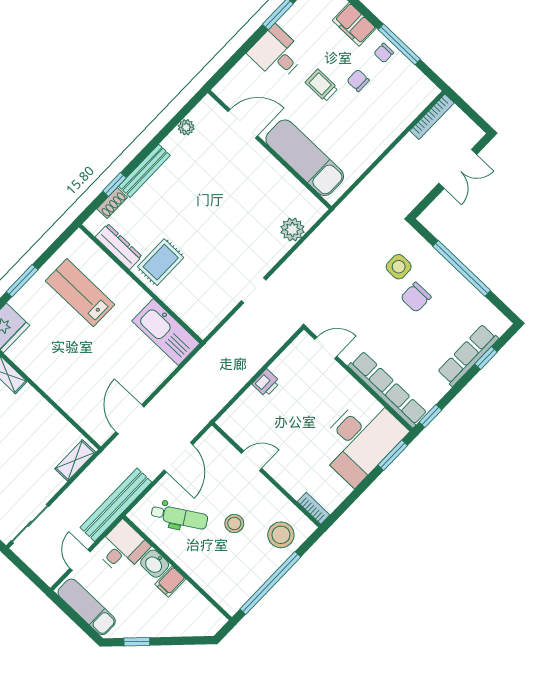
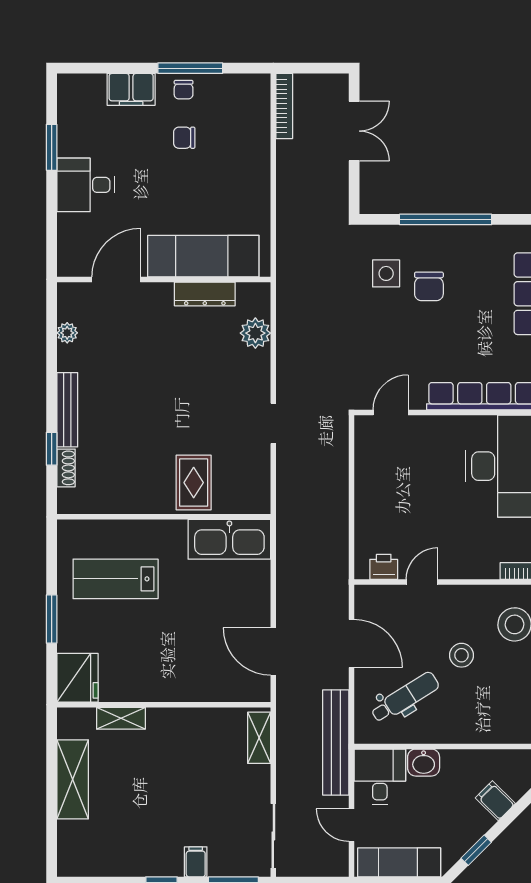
trolley: (322, 85) -> (155, 174), removed
dresser: (119, 247) -> (205, 294), moved, turned 180
rug: (161, 262) -> (194, 483), moved
printer: (266, 383) -> (384, 567), moved, turned -90
filing cabinet: (170, 582) -> (495, 801), moved, turned 135

